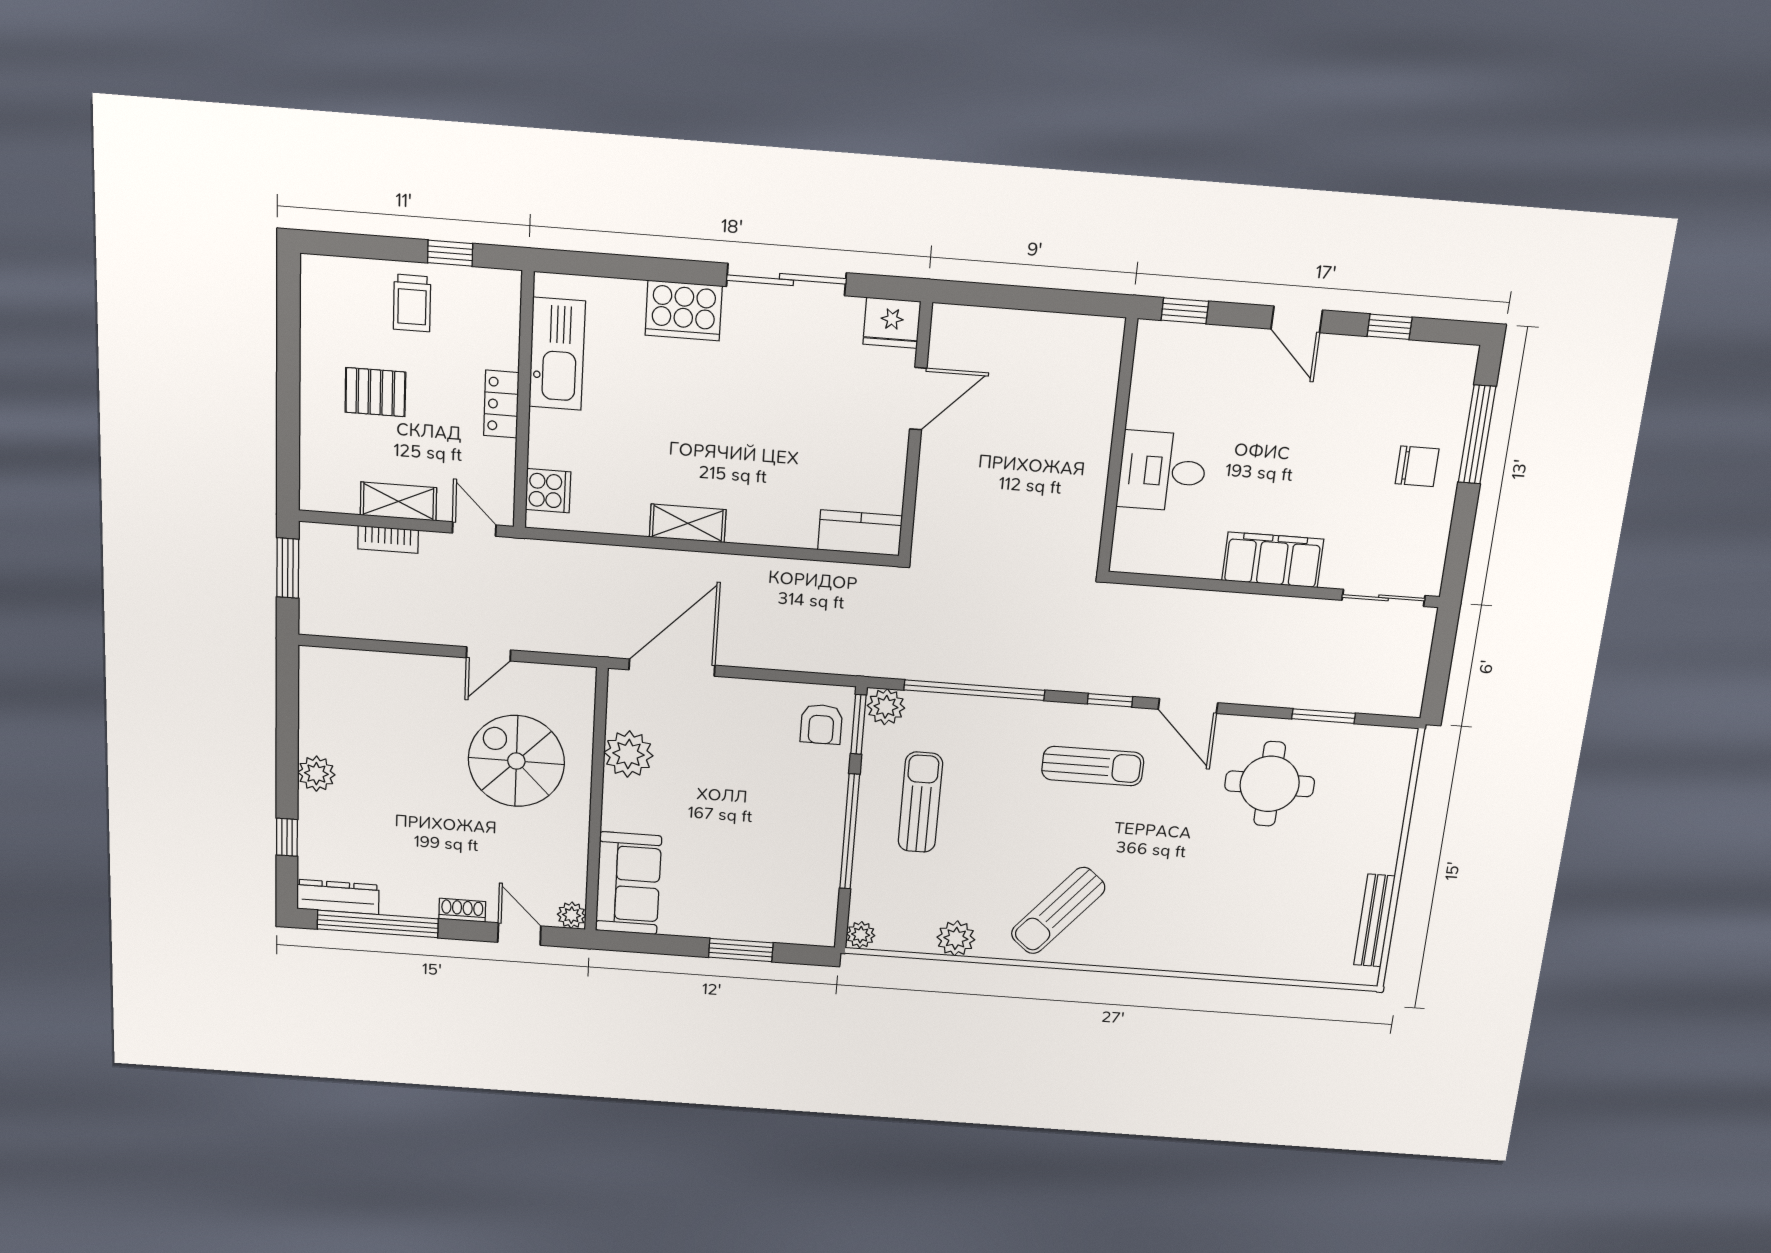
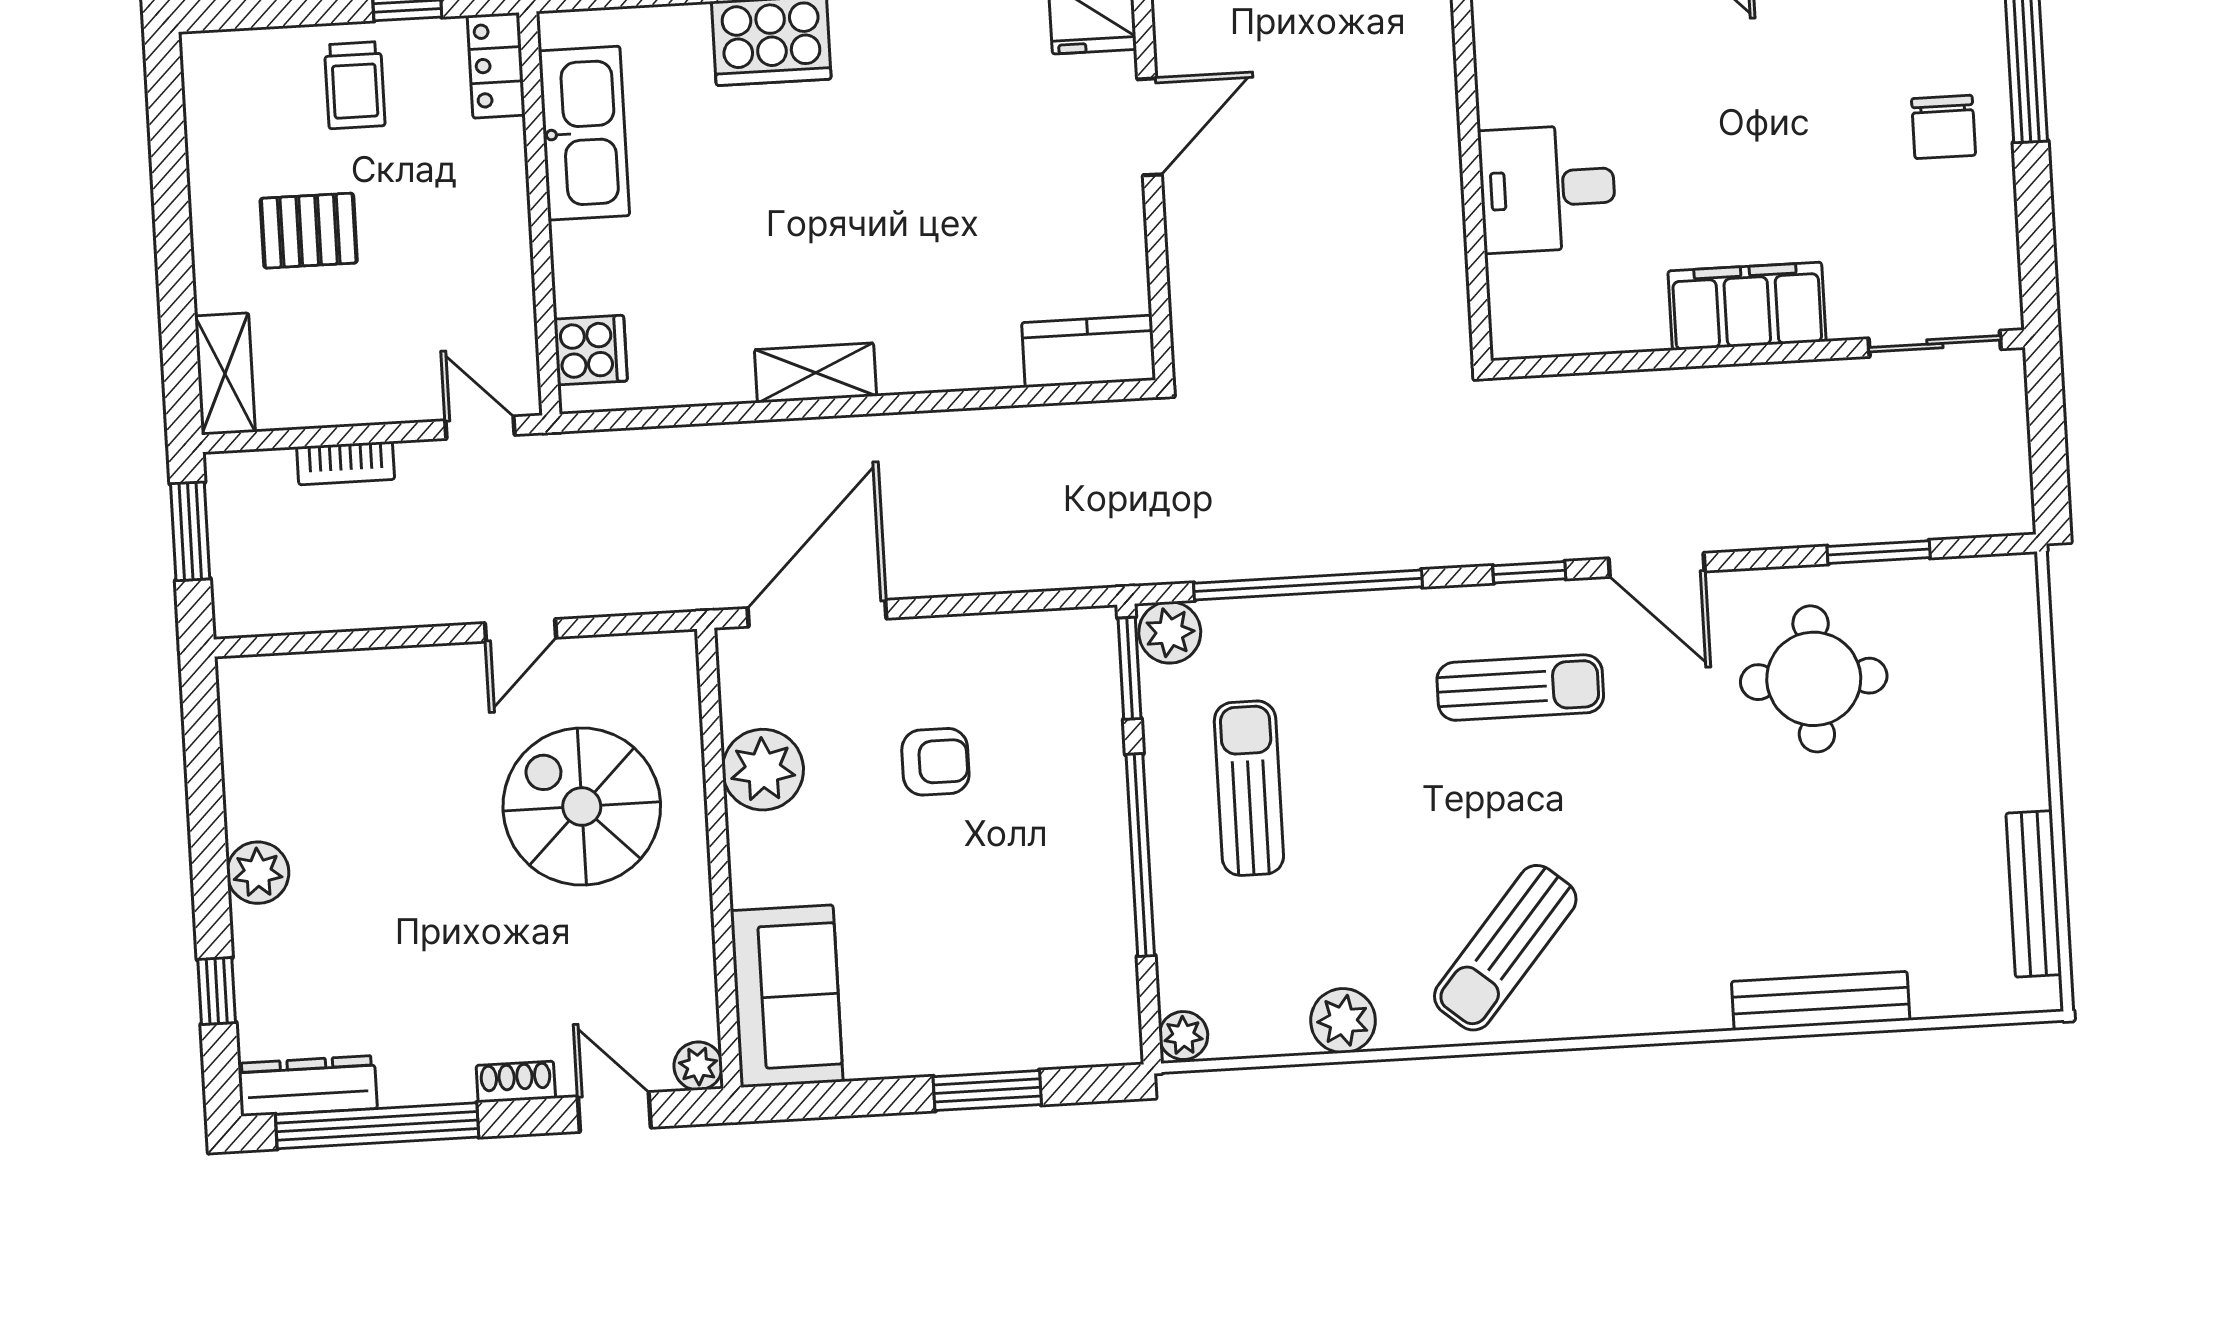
locker: (501, 404) -> (496, 65), moved
chair: (1417, 466) -> (1944, 127), turned 90
shelving: (398, 501) -> (225, 374), moved, turned 90
armchair: (821, 724) -> (935, 762), moved, turned -90
bench: (1238, 963) -> (1821, 1001), added

